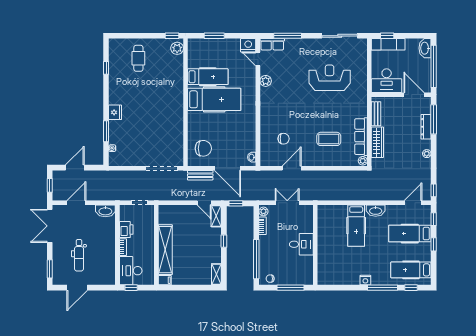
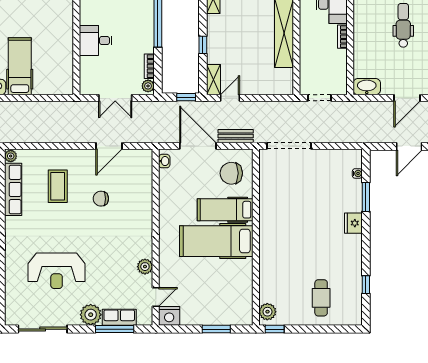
row of seats: (272, 44) -> (119, 317), moved
plant: (305, 46) -> (91, 315), added
door: (258, 59) -> (156, 297), hinge flipped
hospital bed: (208, 77) -> (225, 210), moved
chair: (284, 139) -> (101, 199), moved
coffee table: (329, 139) -> (58, 186), turned 90
door: (204, 203) -> (230, 98), hinge flipped
printer: (126, 230) -> (338, 61), removed

